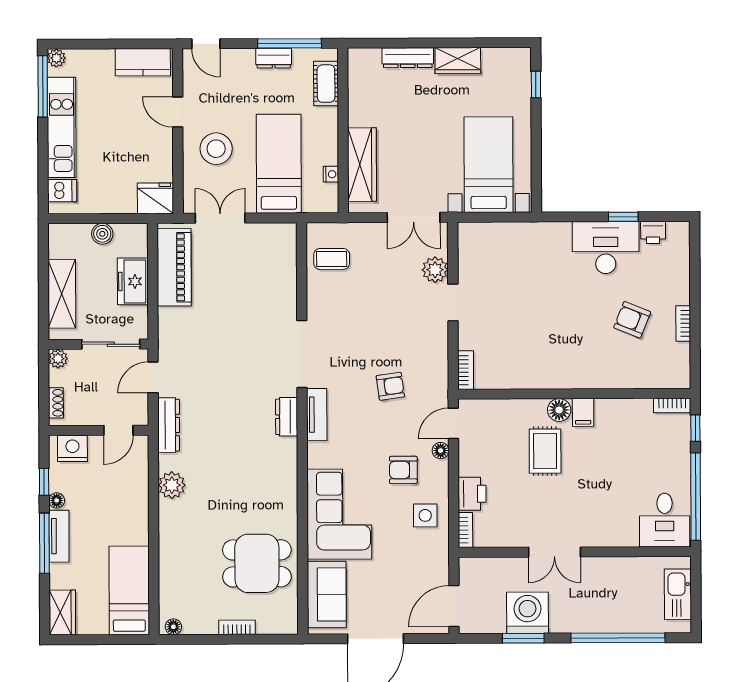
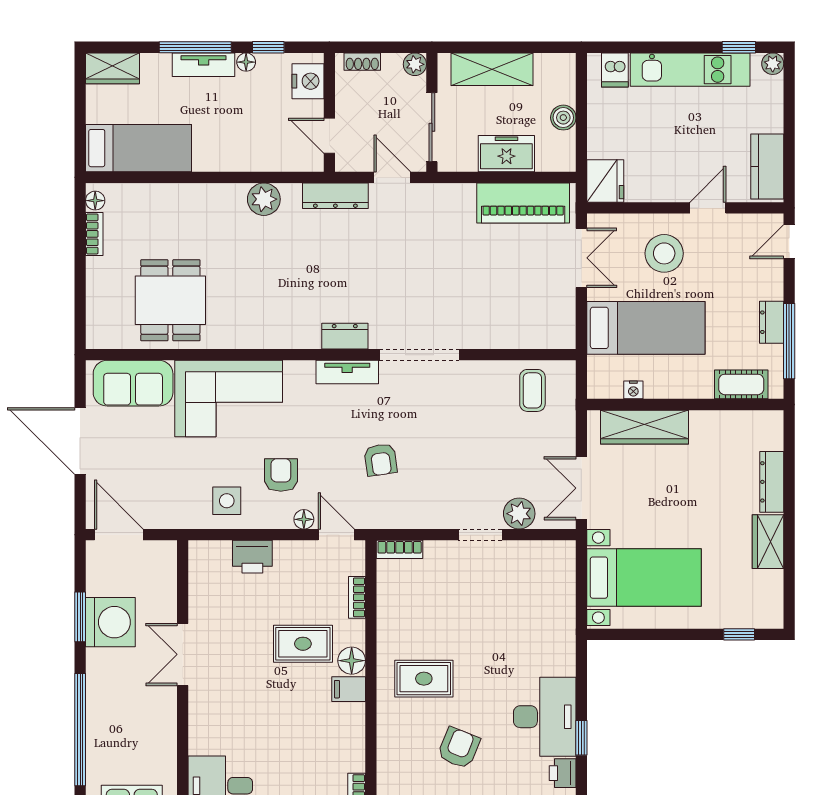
window: (43, 86) -> (739, 47), width x0.46
rug: (574, 349) -> (424, 679), added
bookcase: (465, 530) -> (357, 597), moved, turned 90
bookcase: (237, 627) -> (94, 234), moved

